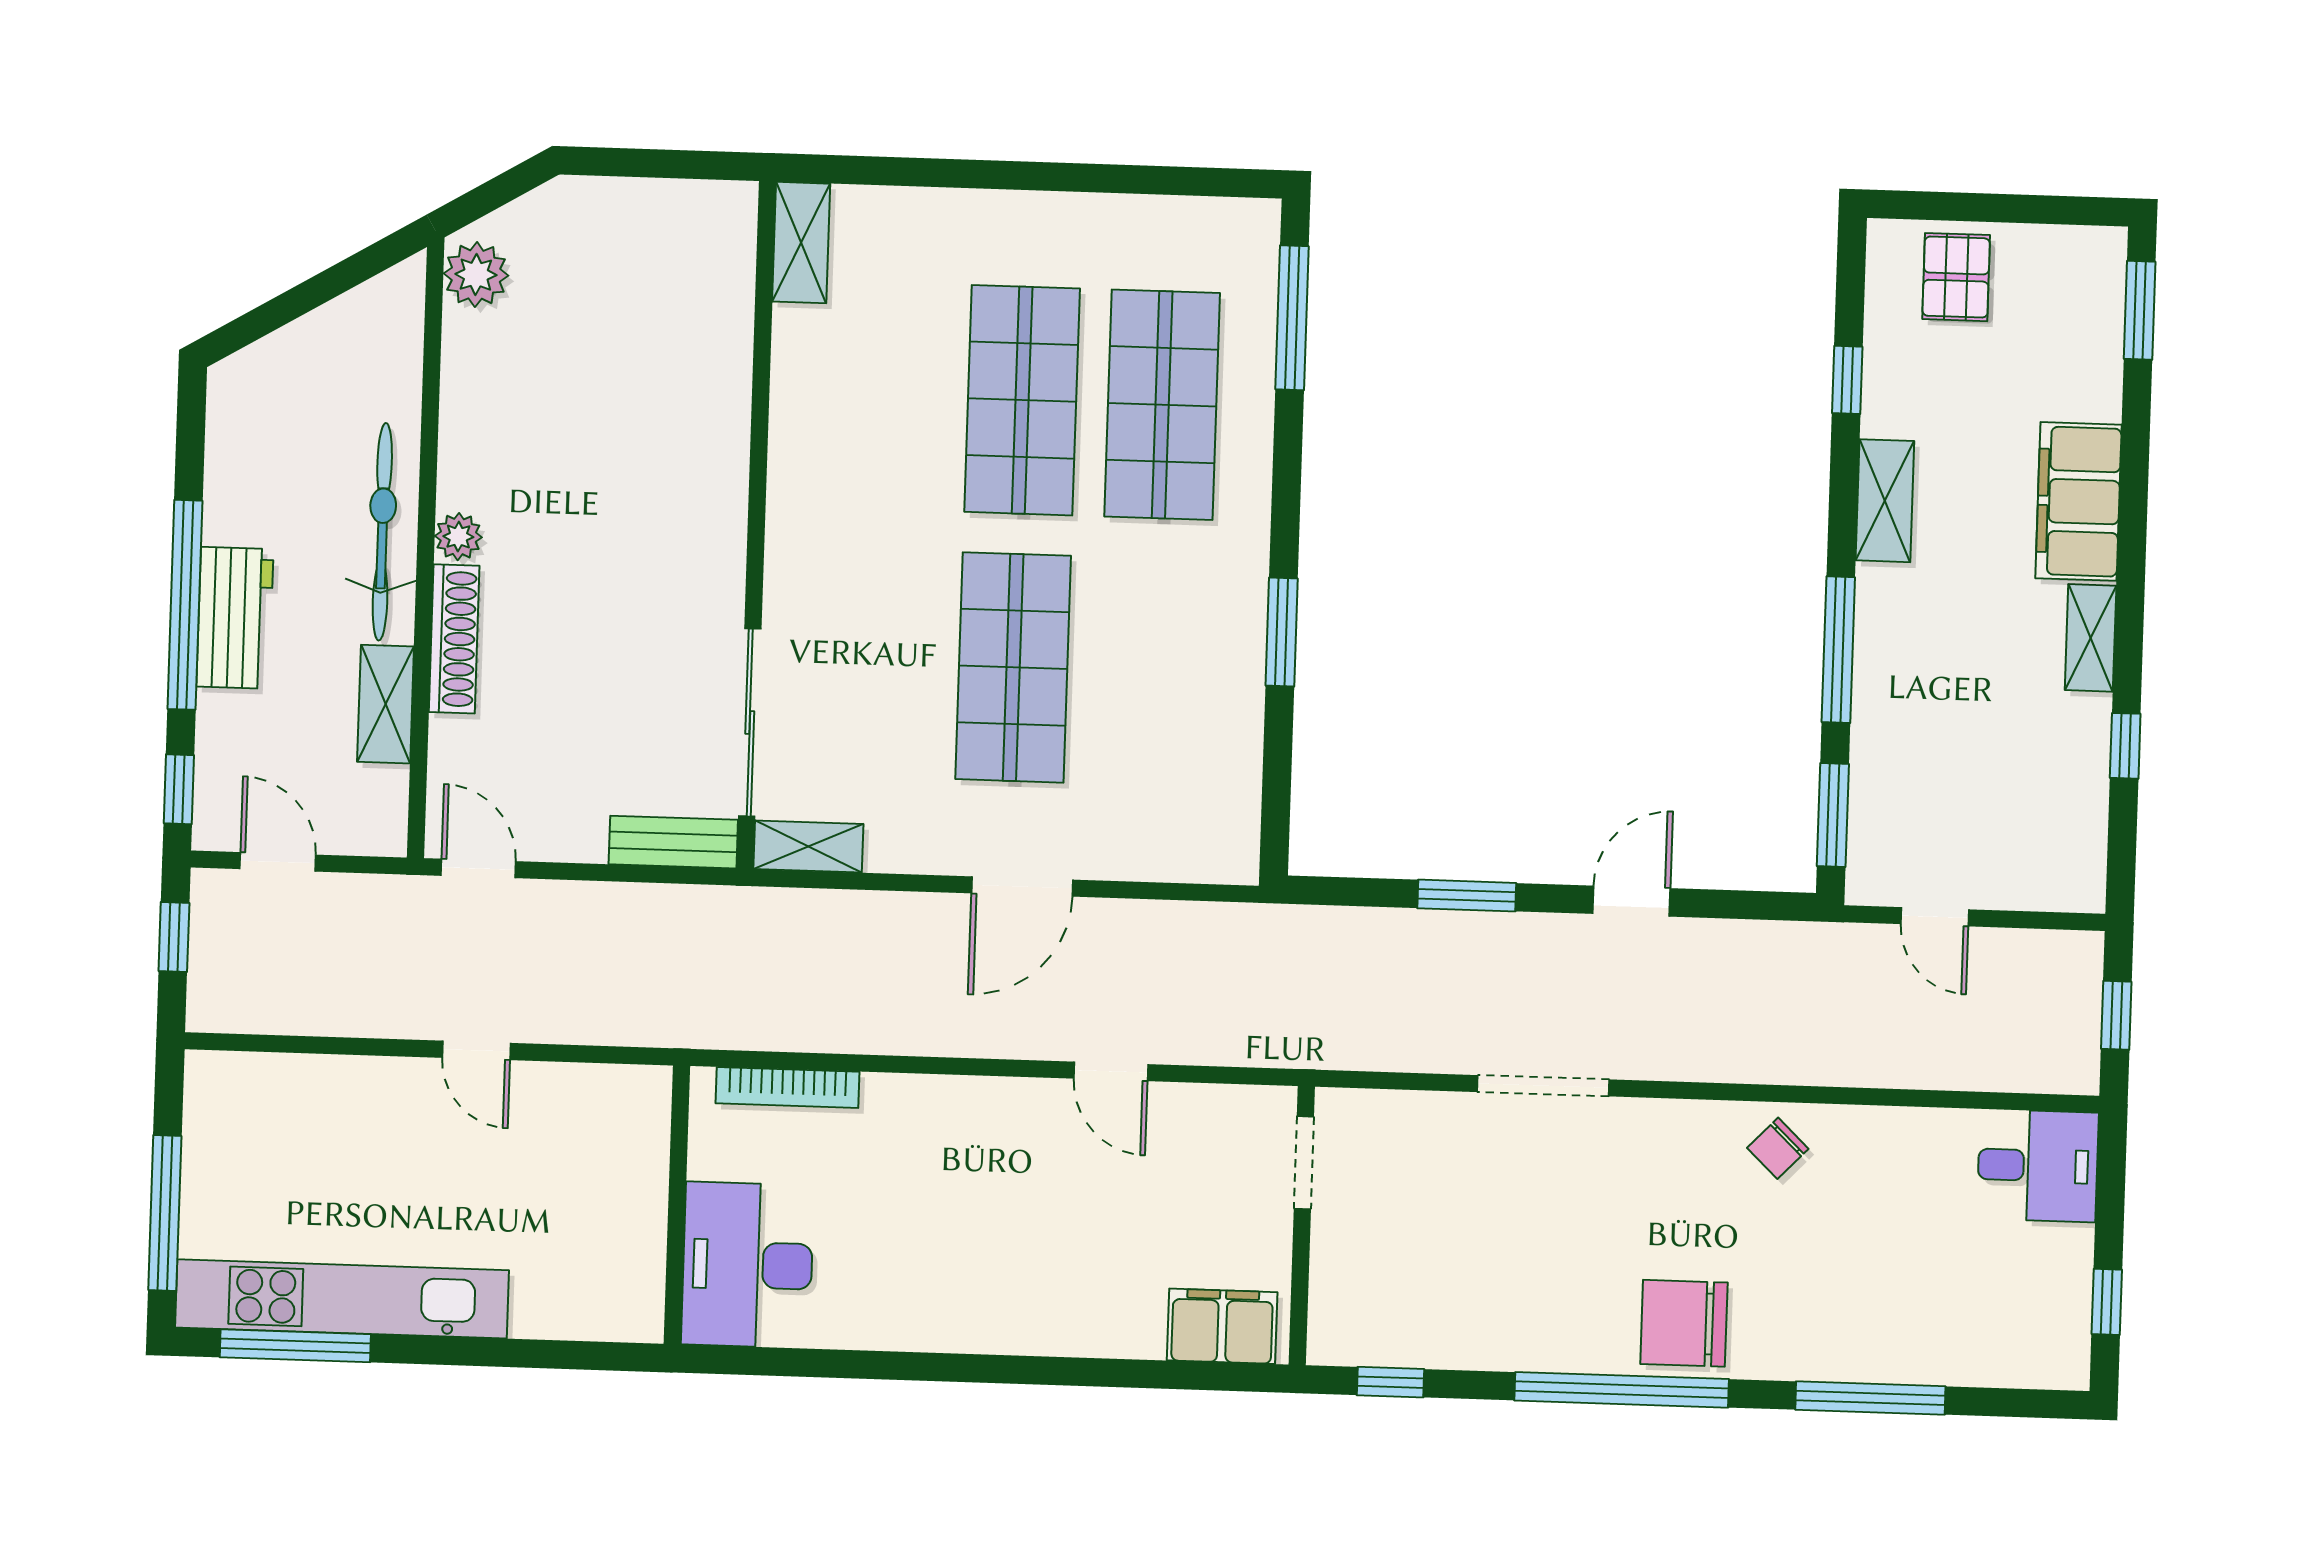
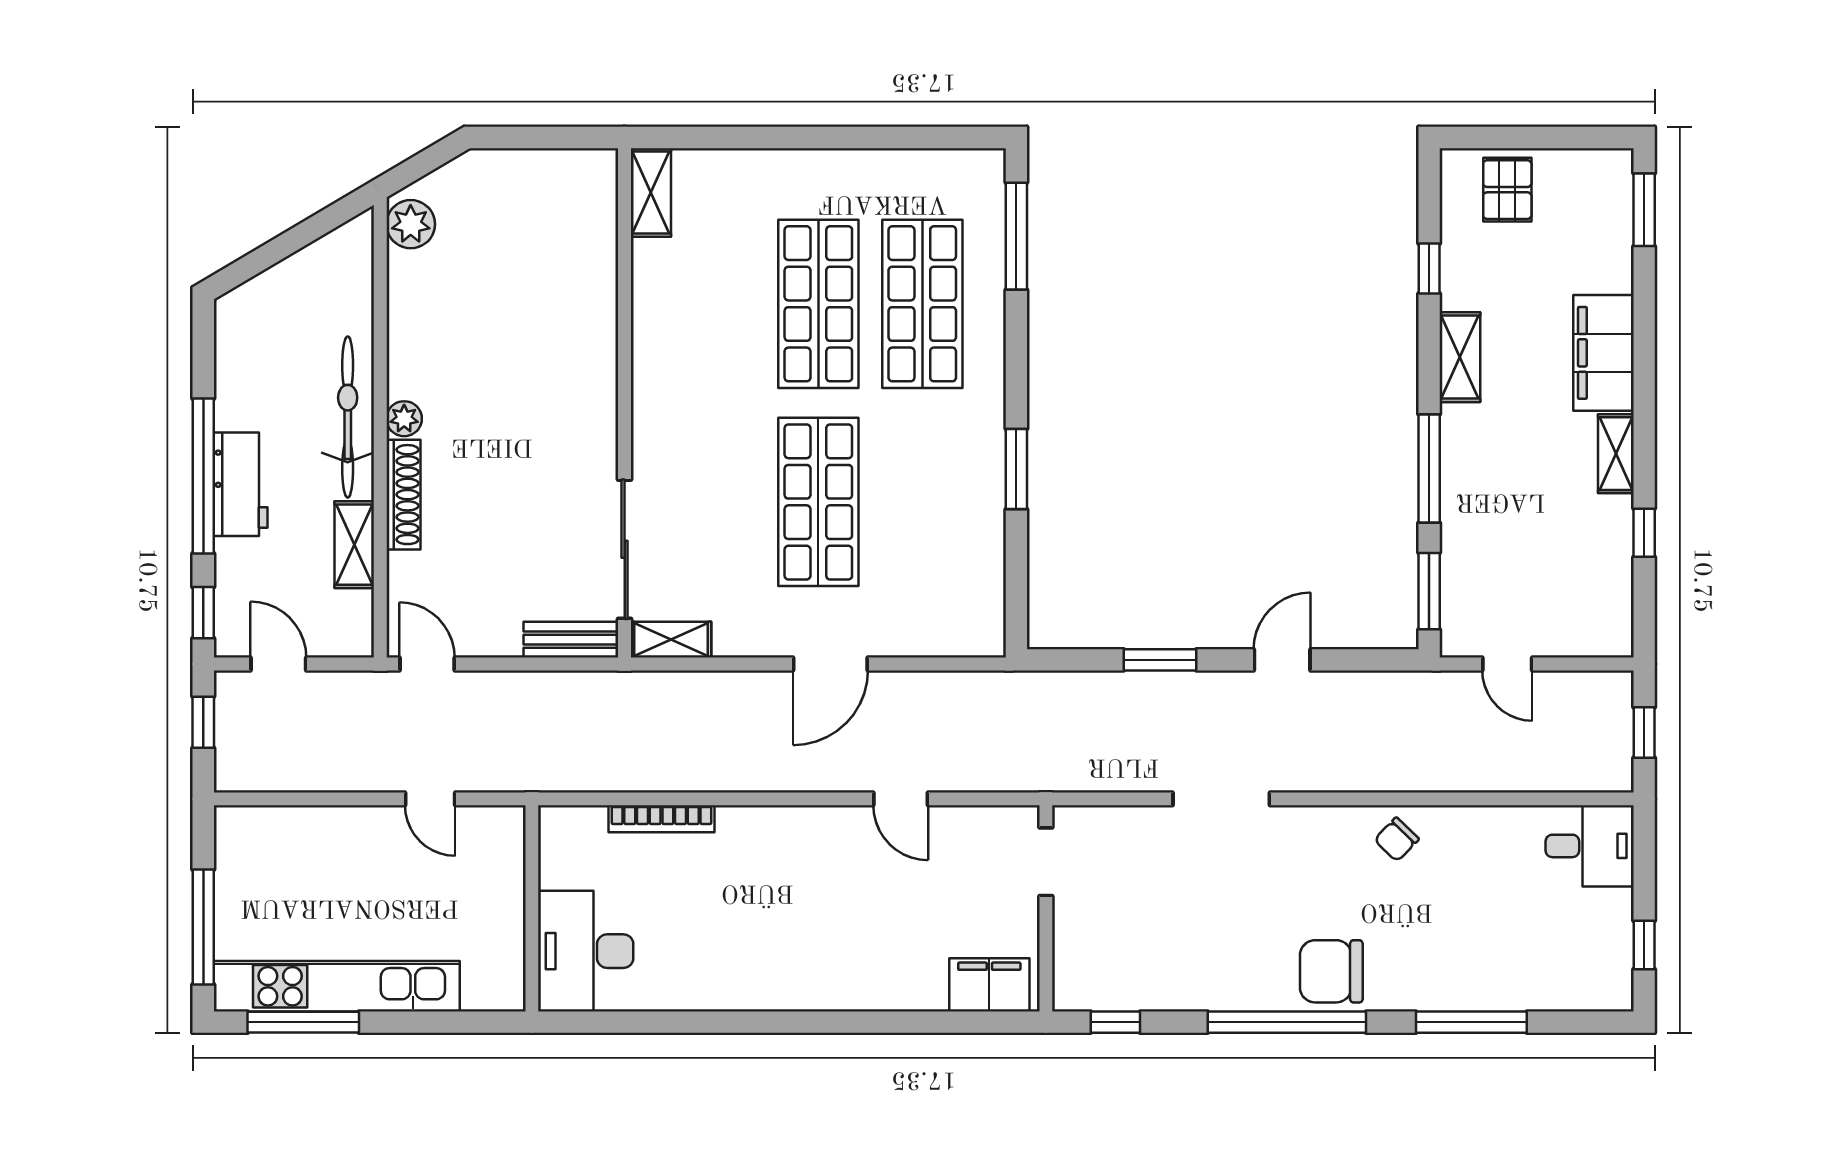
wall: (677, 1205) -> (532, 908), moved
desk: (748, 1265) -> (586, 951), moved

